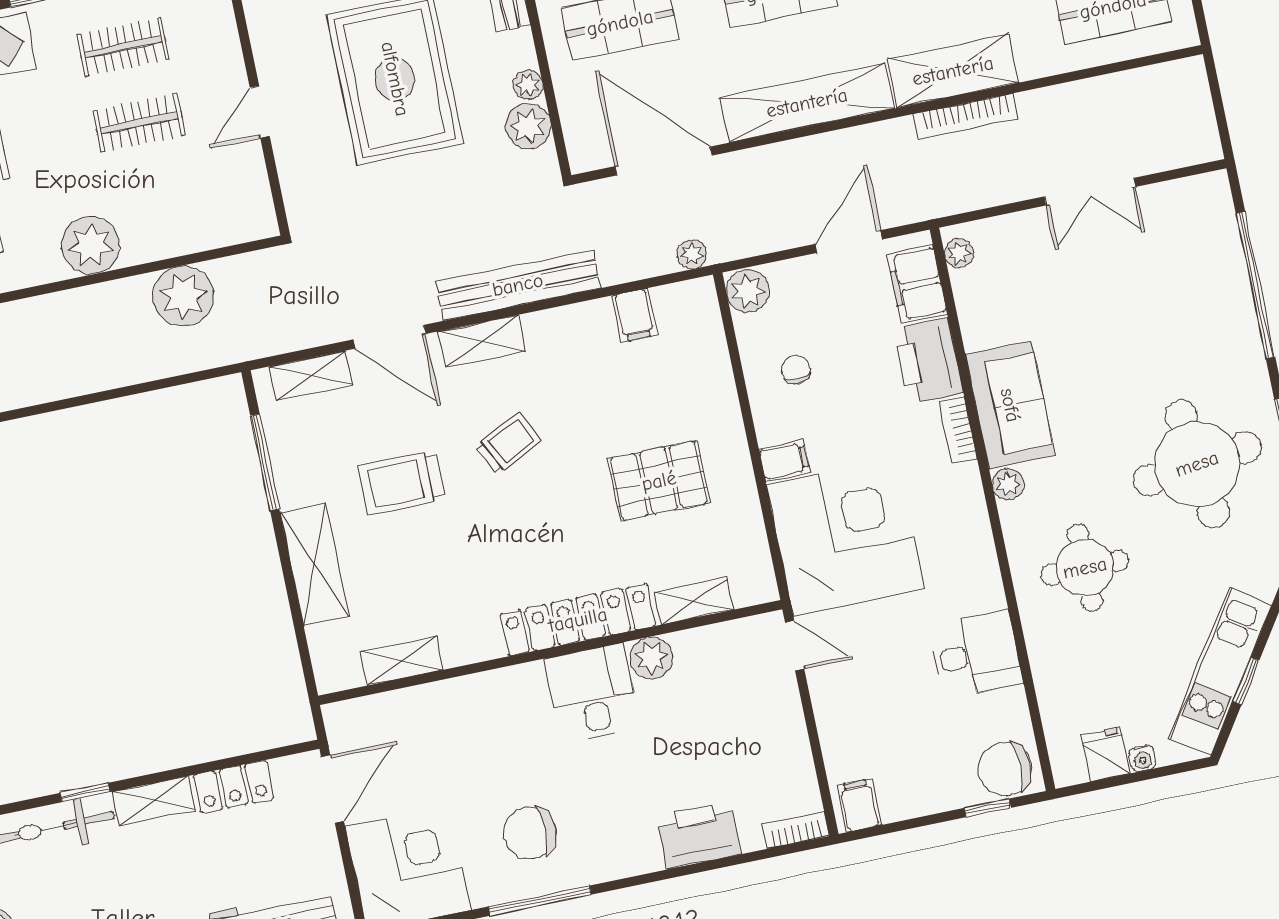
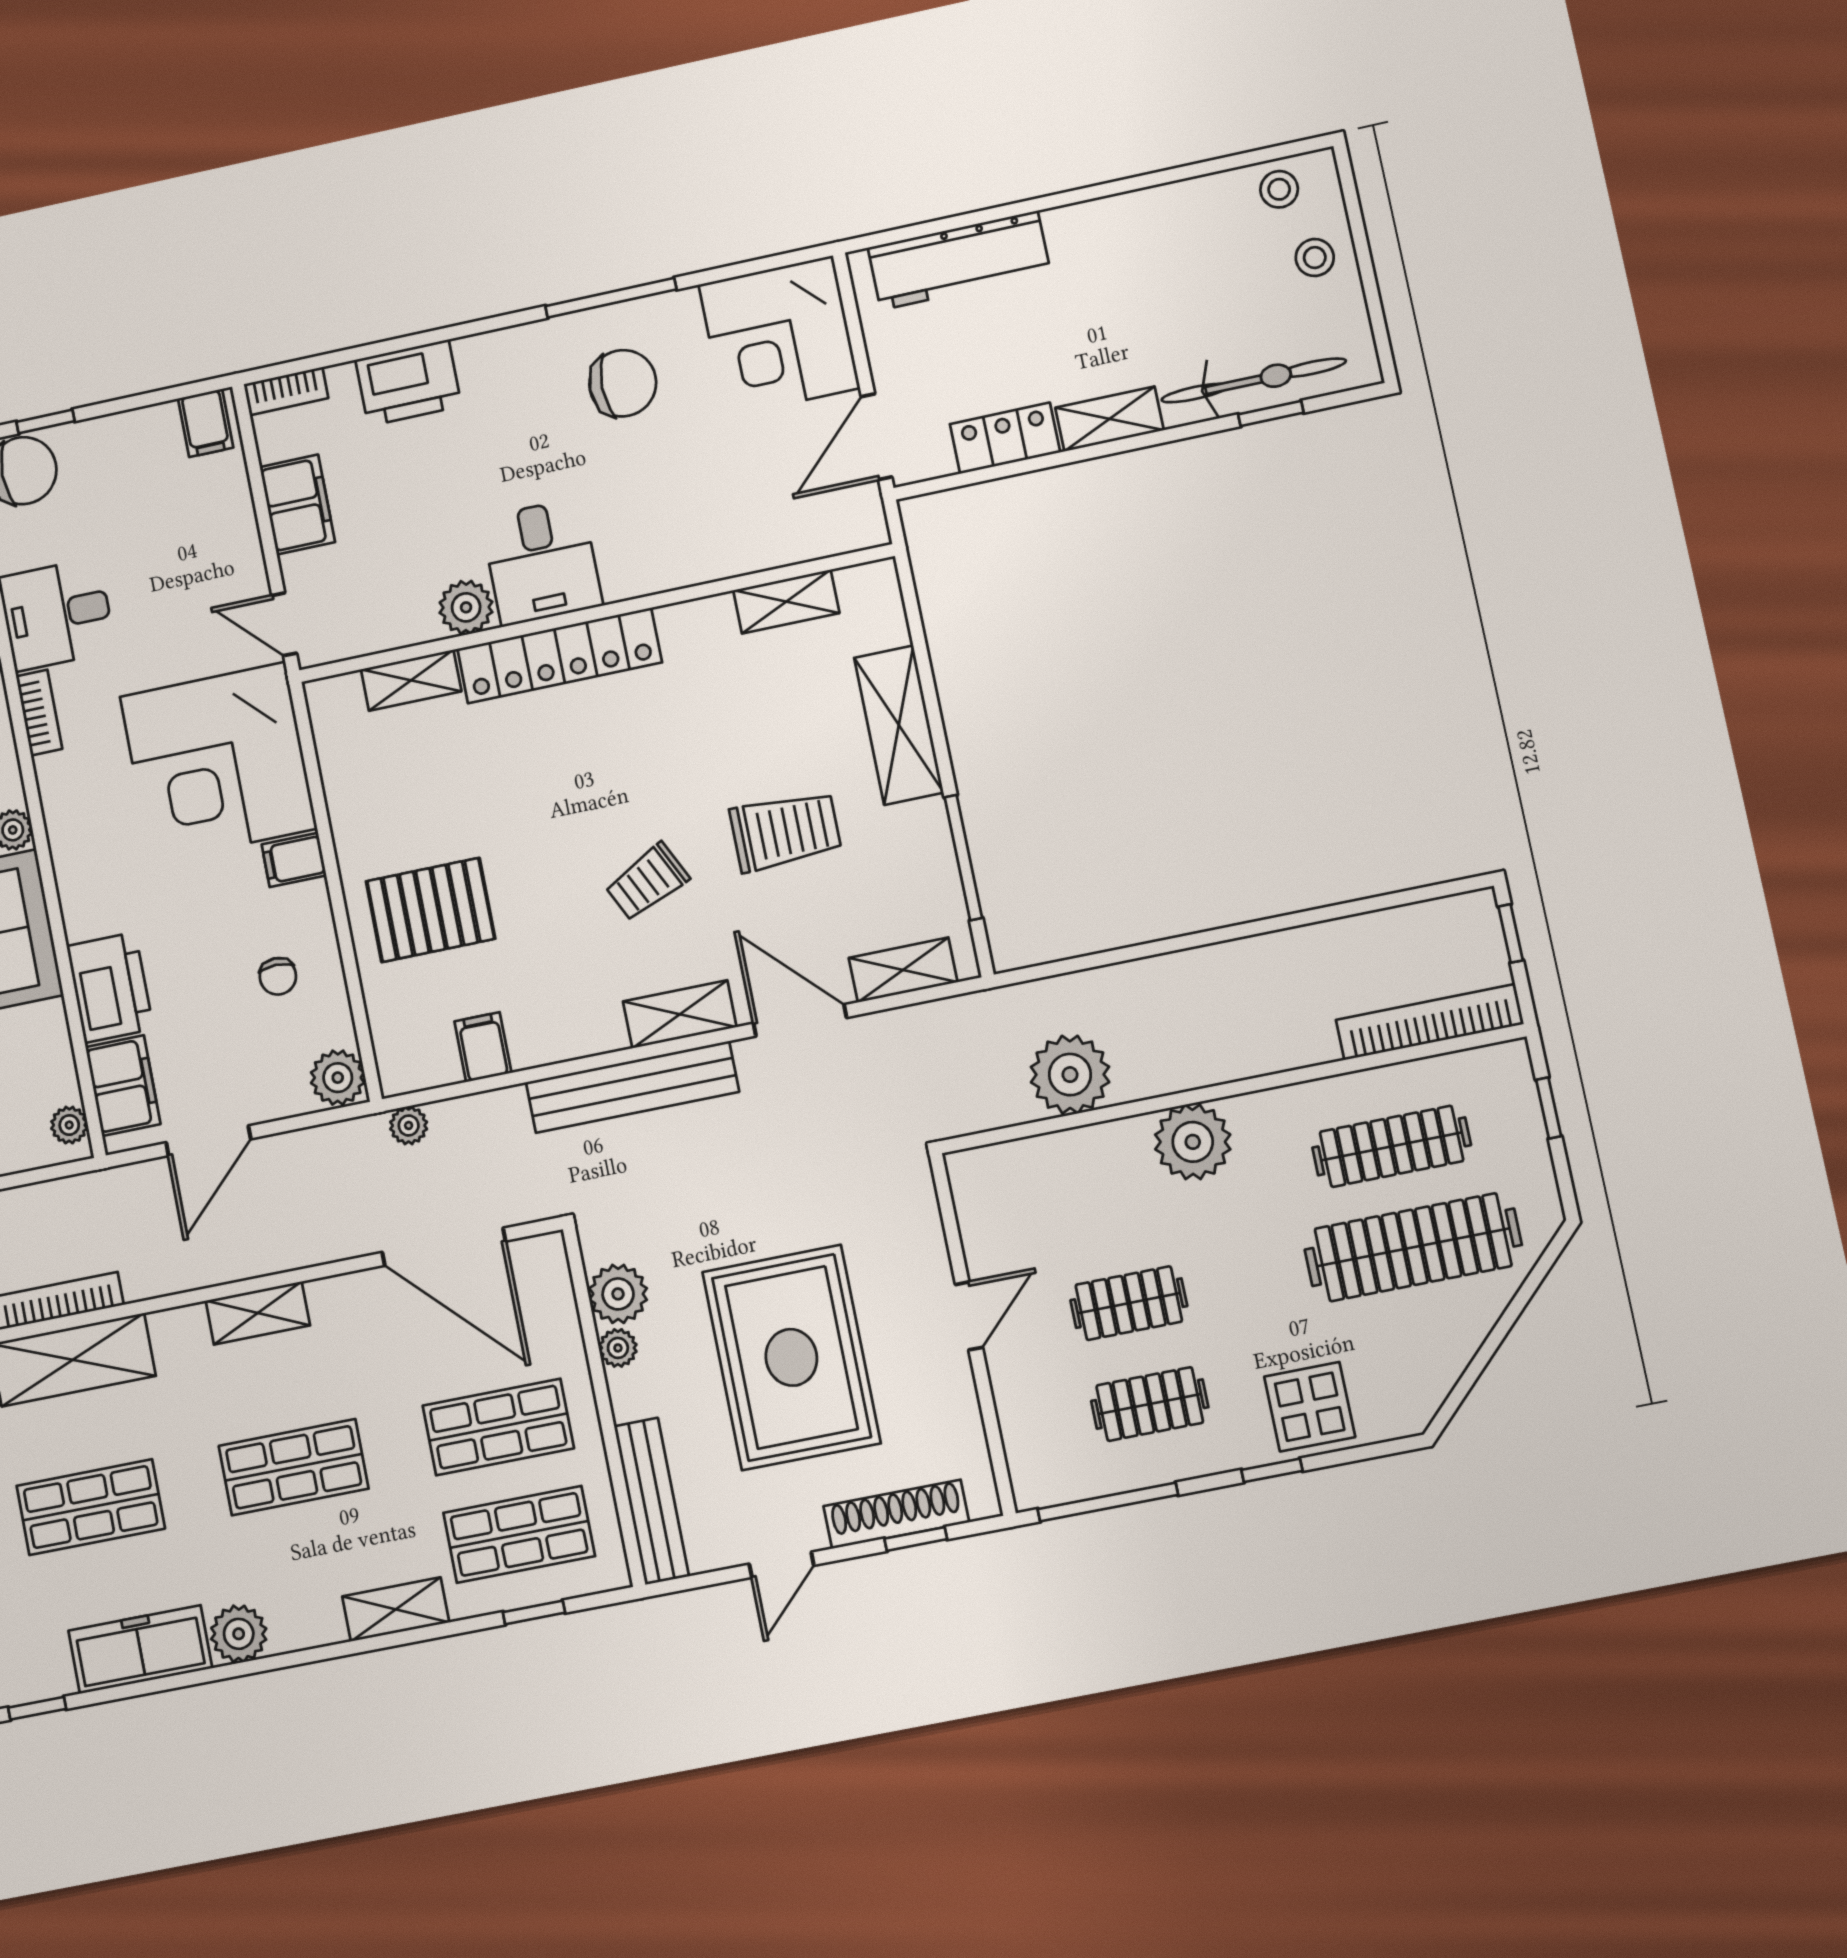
shelving: (807, 103) -> (258, 1313), width x0.45, depth x0.75
bookcase: (958, 430) -> (39, 713), moved
pallet: (659, 481) -> (431, 910), moved
filing cabinet: (785, 740) -> (297, 505), added
window: (85, 792) -> (1271, 414), moved

